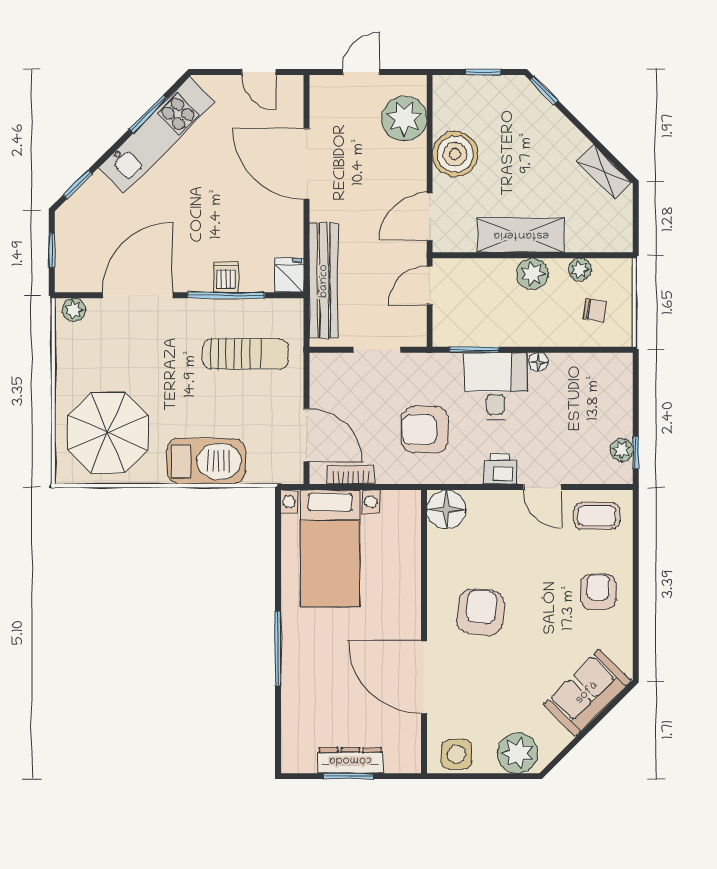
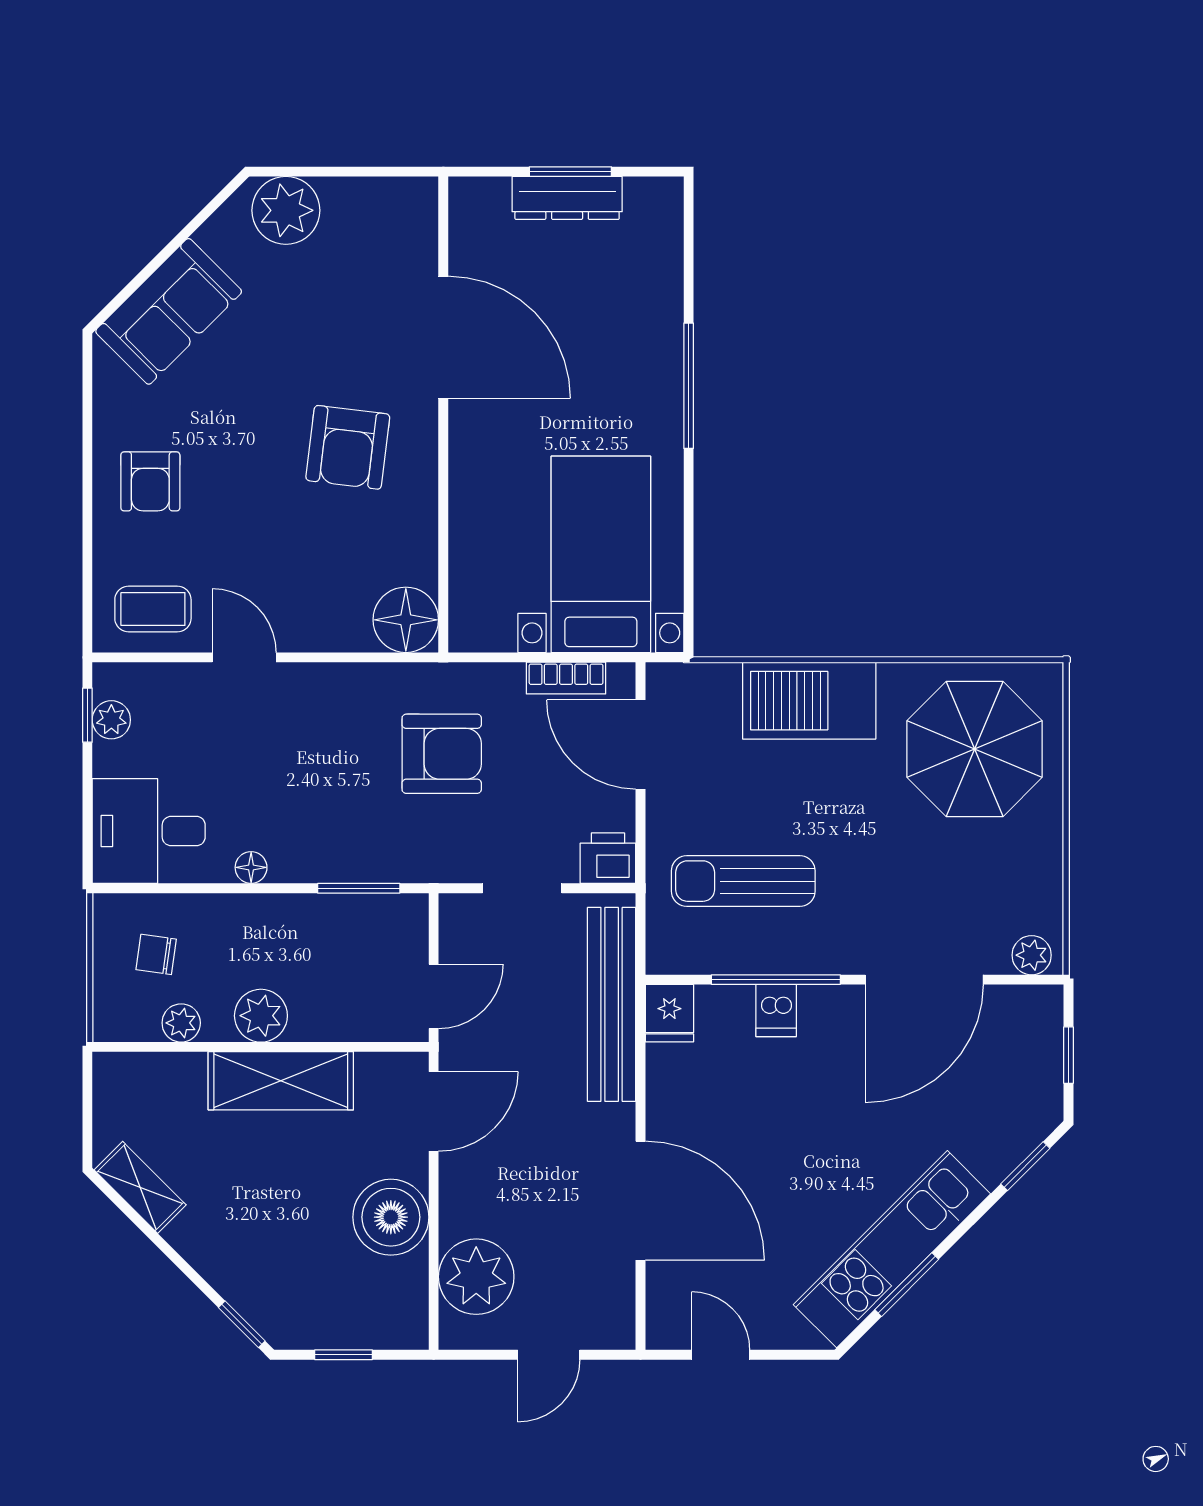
desk: (495, 386) -> (149, 831), moved, turned 90
printer: (500, 469) -> (608, 858), moved, turned 180
side table: (457, 754) -> (388, 208), removed

